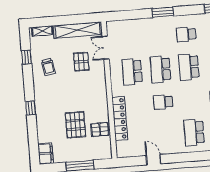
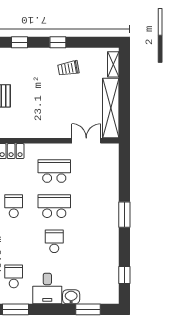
school desk: (186, 34) -> (95, 241), removed
window: (26, 57) -> (58, 42), moved
pallet: (81, 62) -> (72, 109), removed
school desk: (189, 67) -> (54, 241), width x0.54

